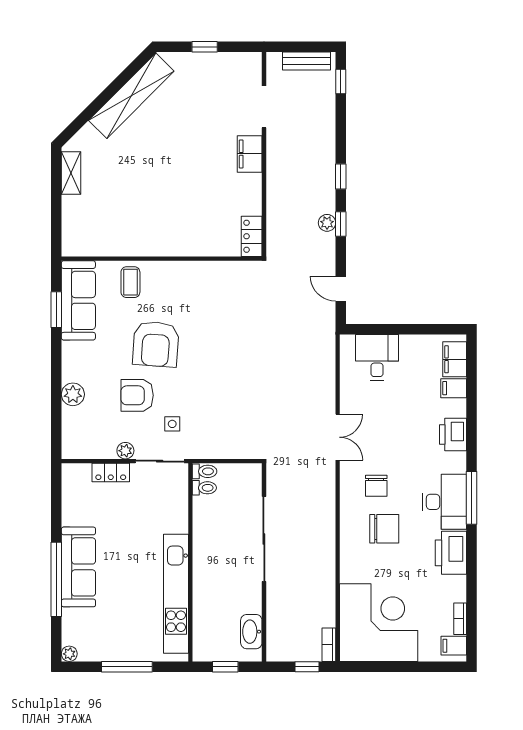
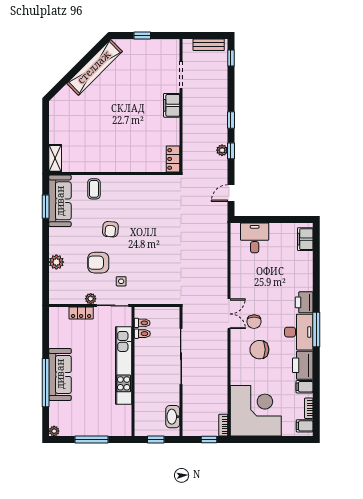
shelving: (71, 173) -> (55, 158), moved
door: (341, 289) -> (231, 193), hinge flipped
armchair: (156, 344) -> (110, 229), width x0.53, depth x0.53
filing cabinet: (454, 388) -> (305, 387), moved
printer: (453, 434) -> (304, 302), moved
double door: (338, 437) -> (229, 314), moved
toilet: (205, 471) -> (142, 334), moved
chair: (384, 529) -> (259, 350), turned 180
kitchen unit: (176, 594) -> (124, 366), moved

